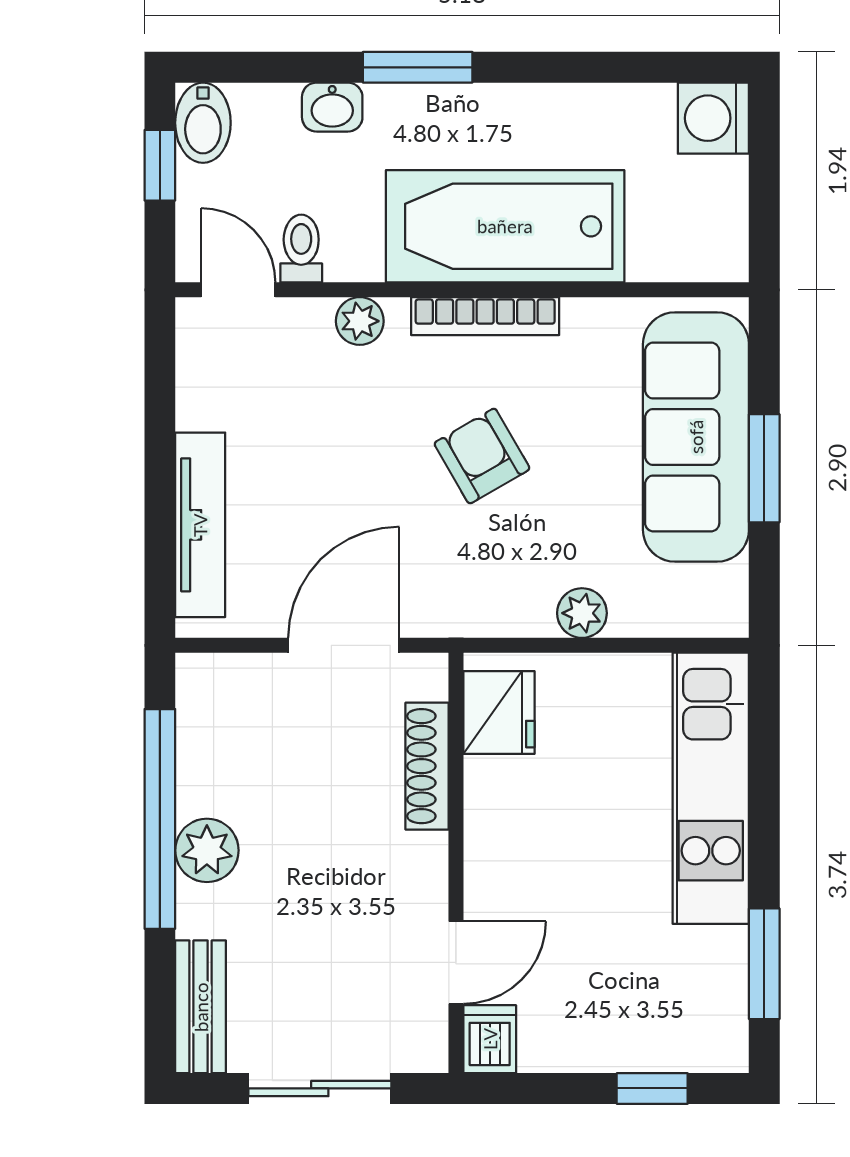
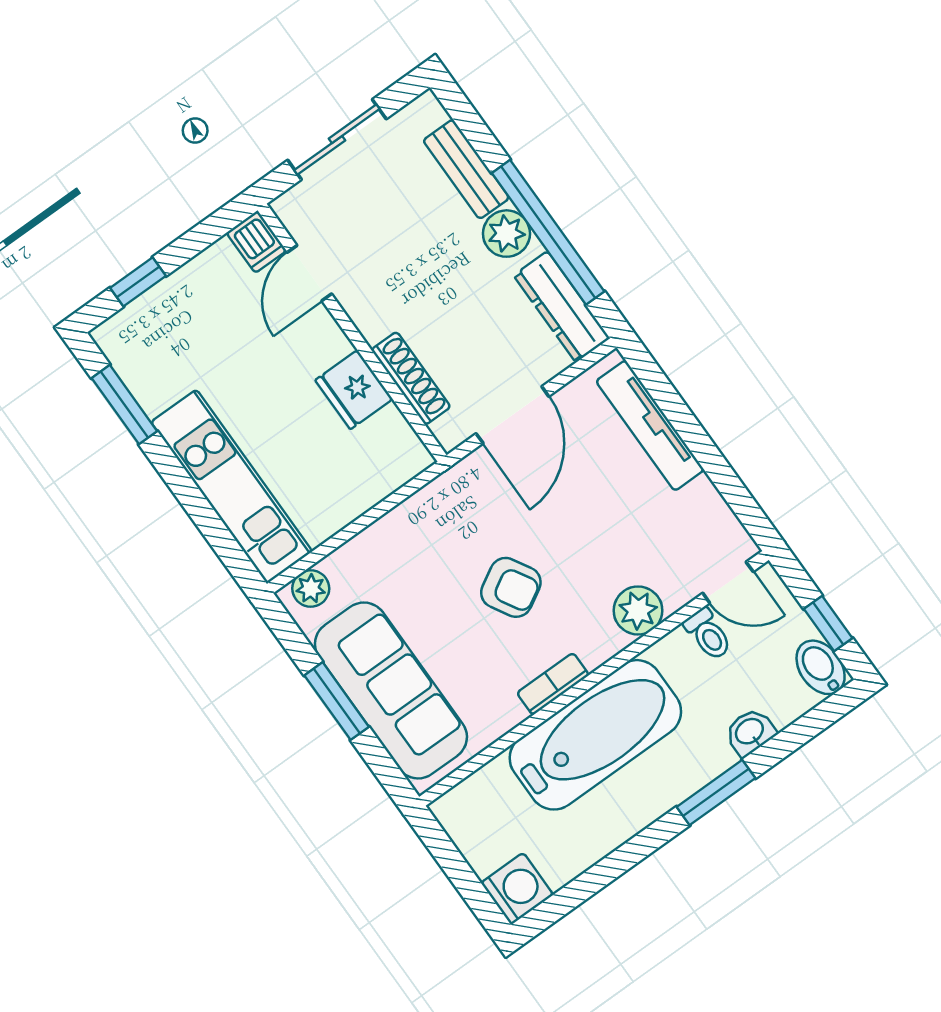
bookcase: (485, 316) -> (553, 684), width x0.64
plant: (360, 321) -> (638, 610), width x1.38, depth x1.38
plant: (582, 613) -> (311, 589), moved
fridge: (499, 712) -> (354, 390), moved
dresser: (204, 726) -> (562, 307), added
bench: (201, 1007) -> (466, 169), moved

